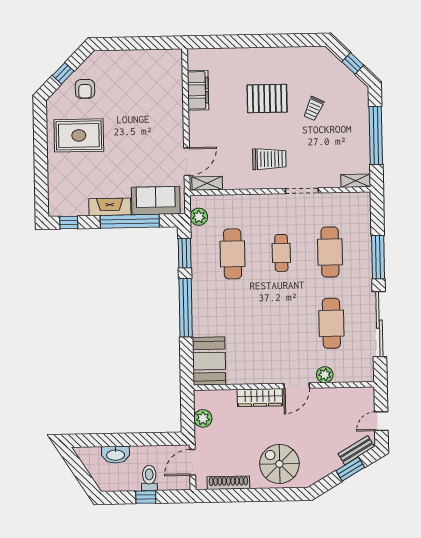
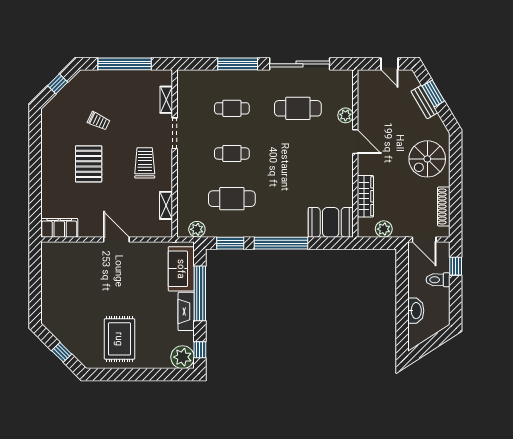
armchair: (85, 89) -> (77, 332), removed
filing cabinet: (198, 90) -> (59, 228), moved
door: (187, 162) -> (116, 239), moved
shelving: (356, 181) -> (166, 100), moved
shelving: (207, 183) -> (166, 205), moved
plant: (60, 204) -> (183, 357), added
cafe table: (330, 252) -> (232, 108), width x0.73, depth x0.74
wardrobe: (260, 397) -> (365, 196), moved
bench: (356, 450) -> (424, 102), moved
window: (146, 497) -> (456, 266), moved

